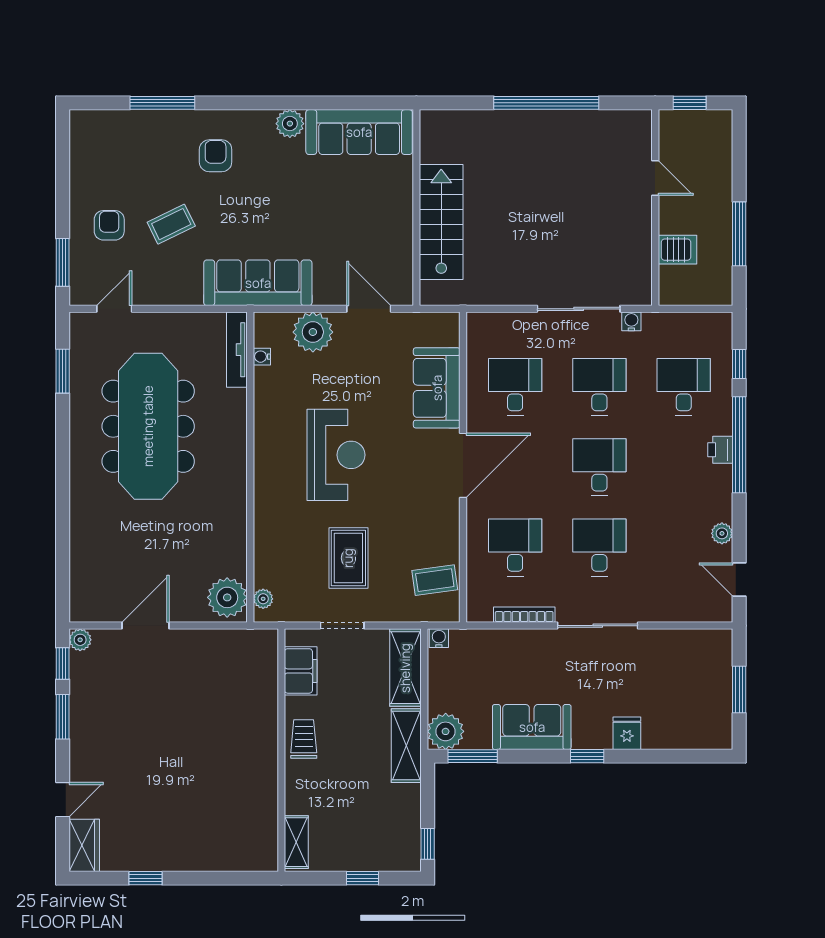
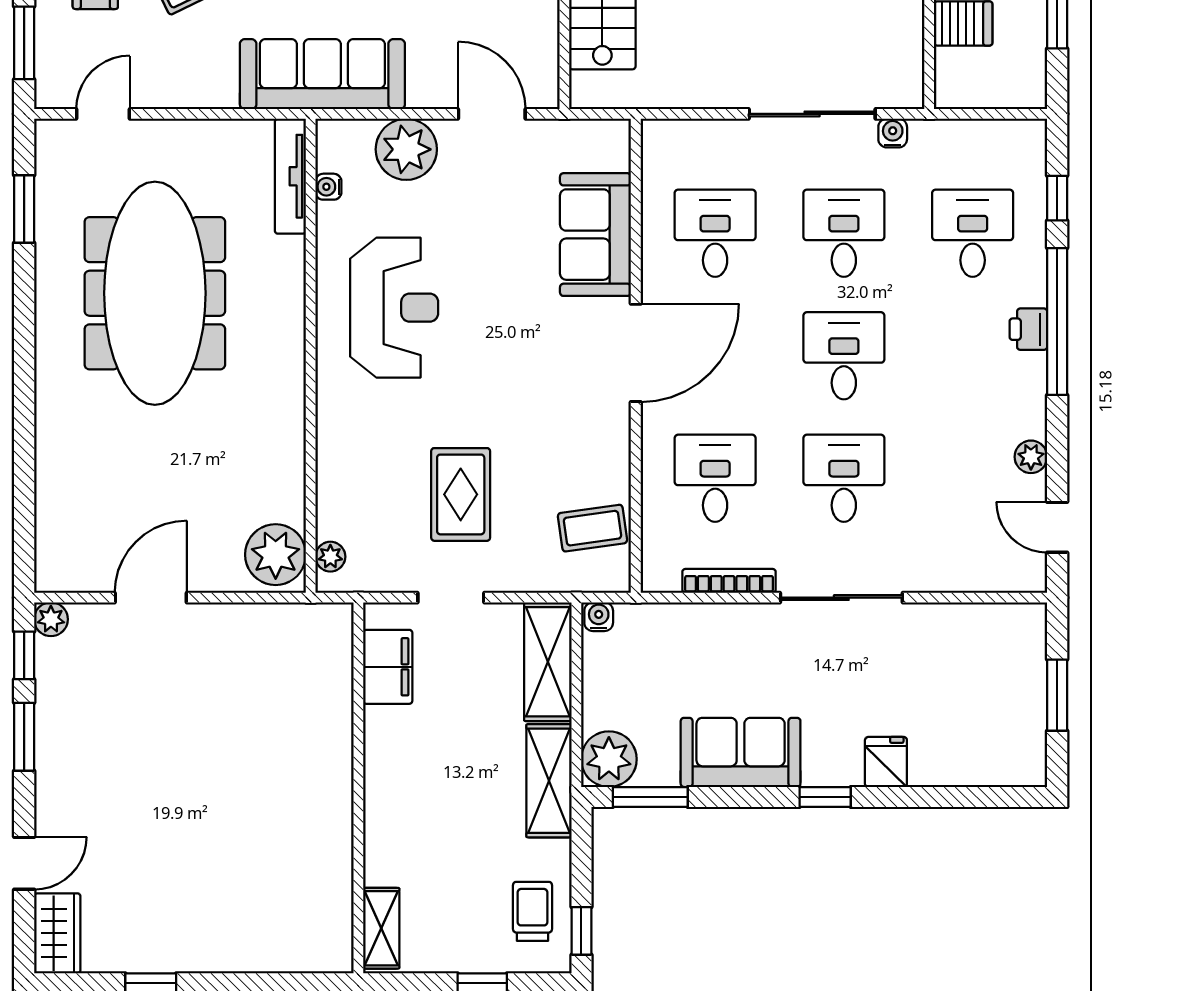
reception desk: (336, 455) -> (394, 308), moved
trolley: (304, 739) -> (532, 911), moved

